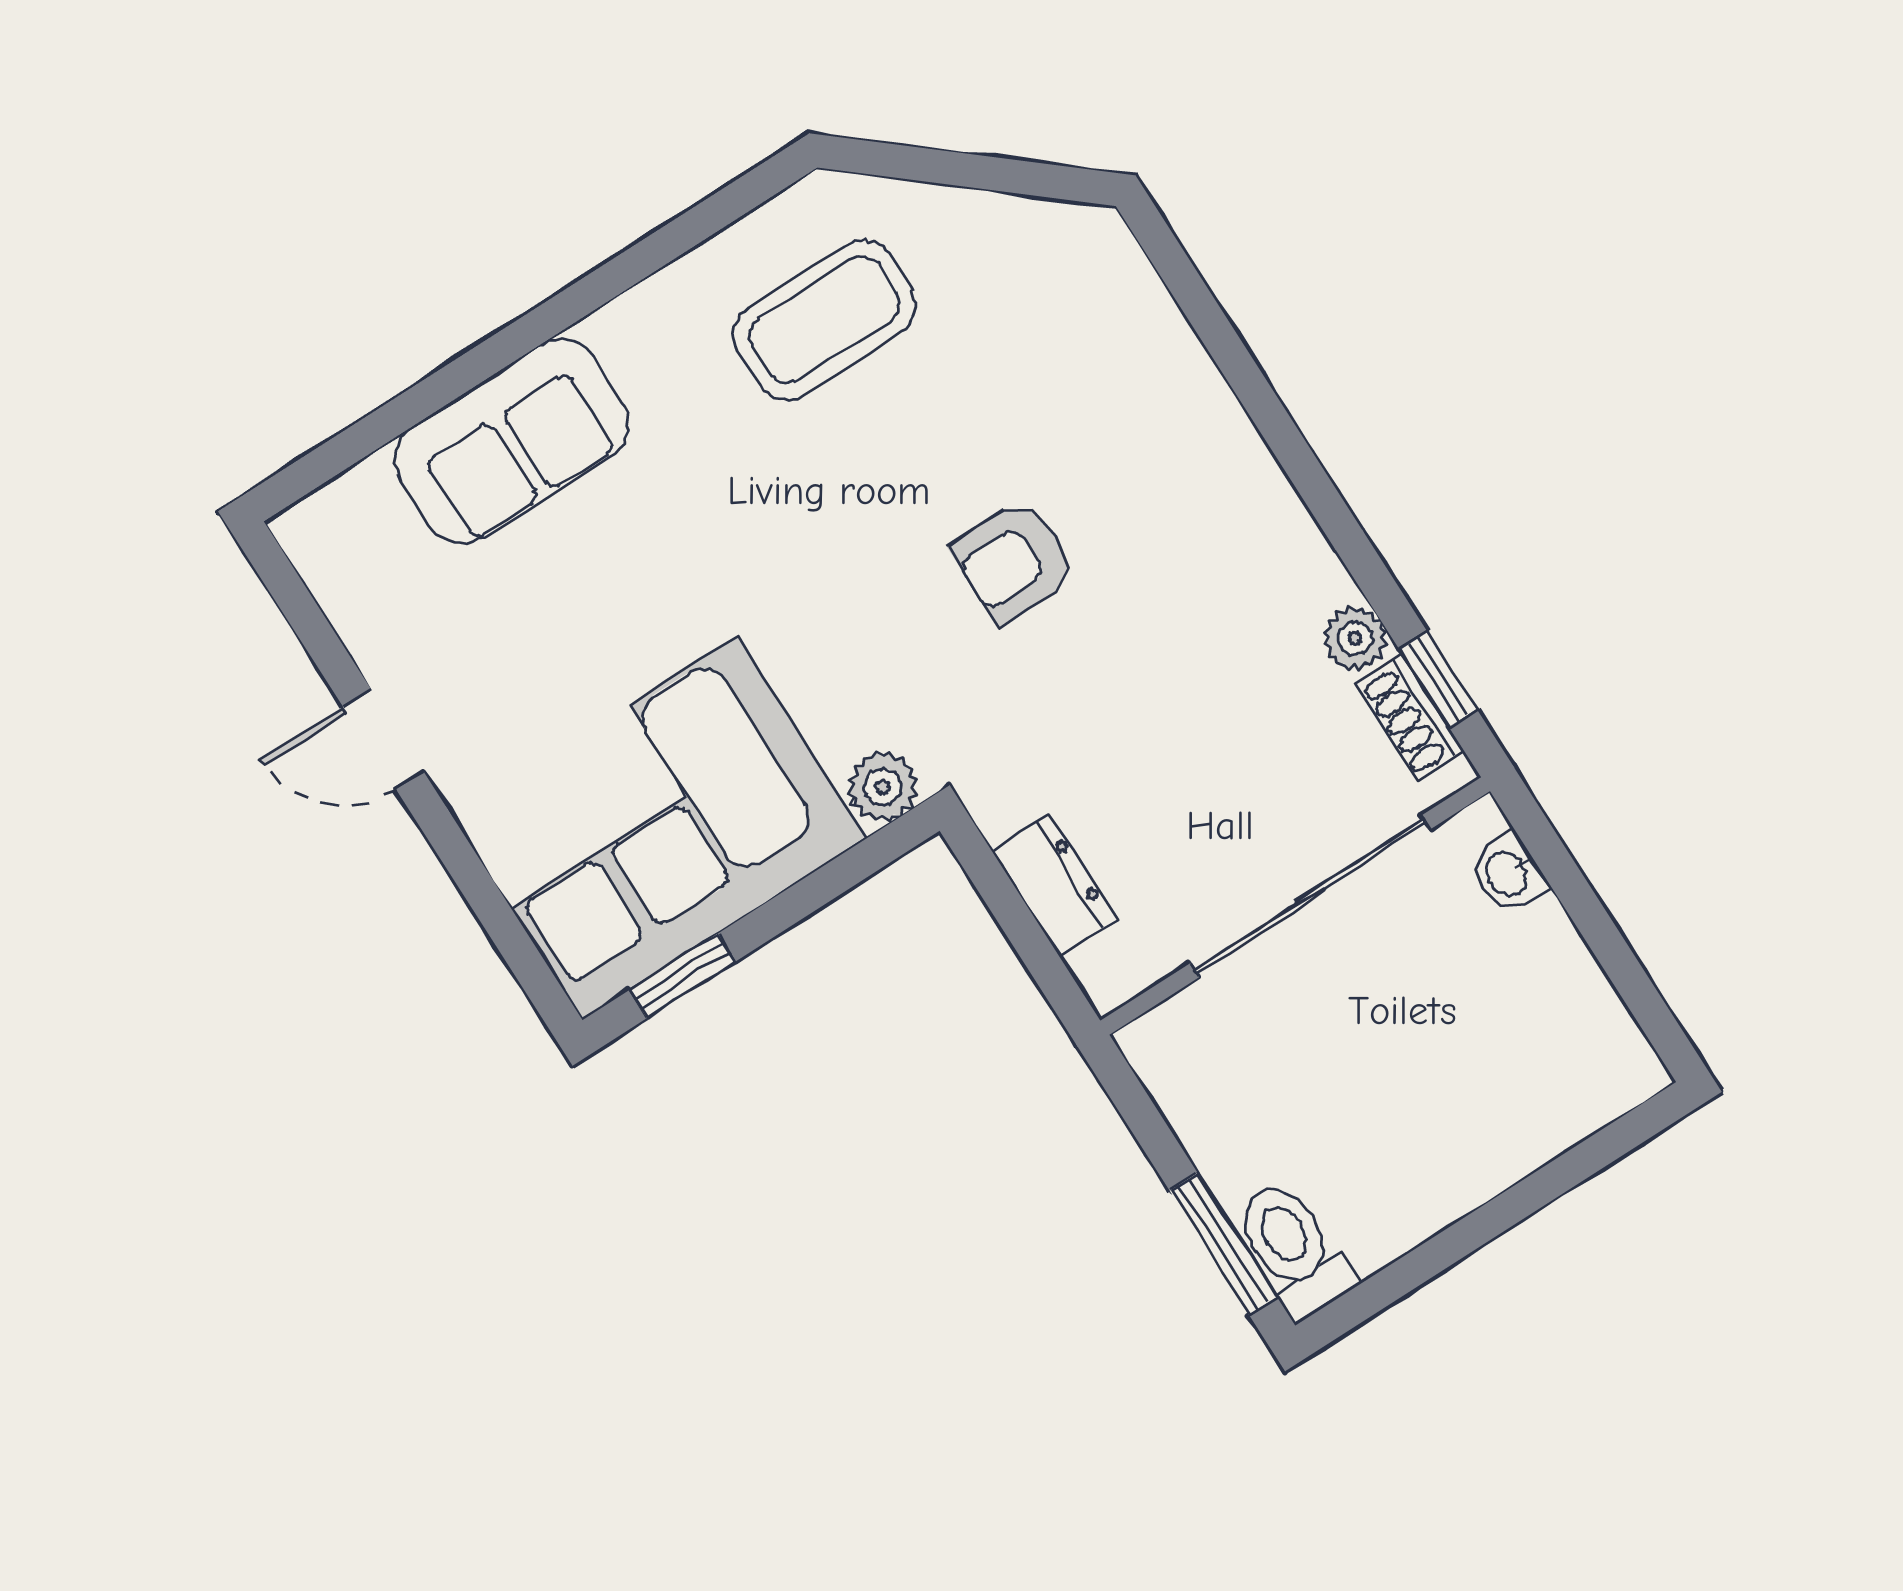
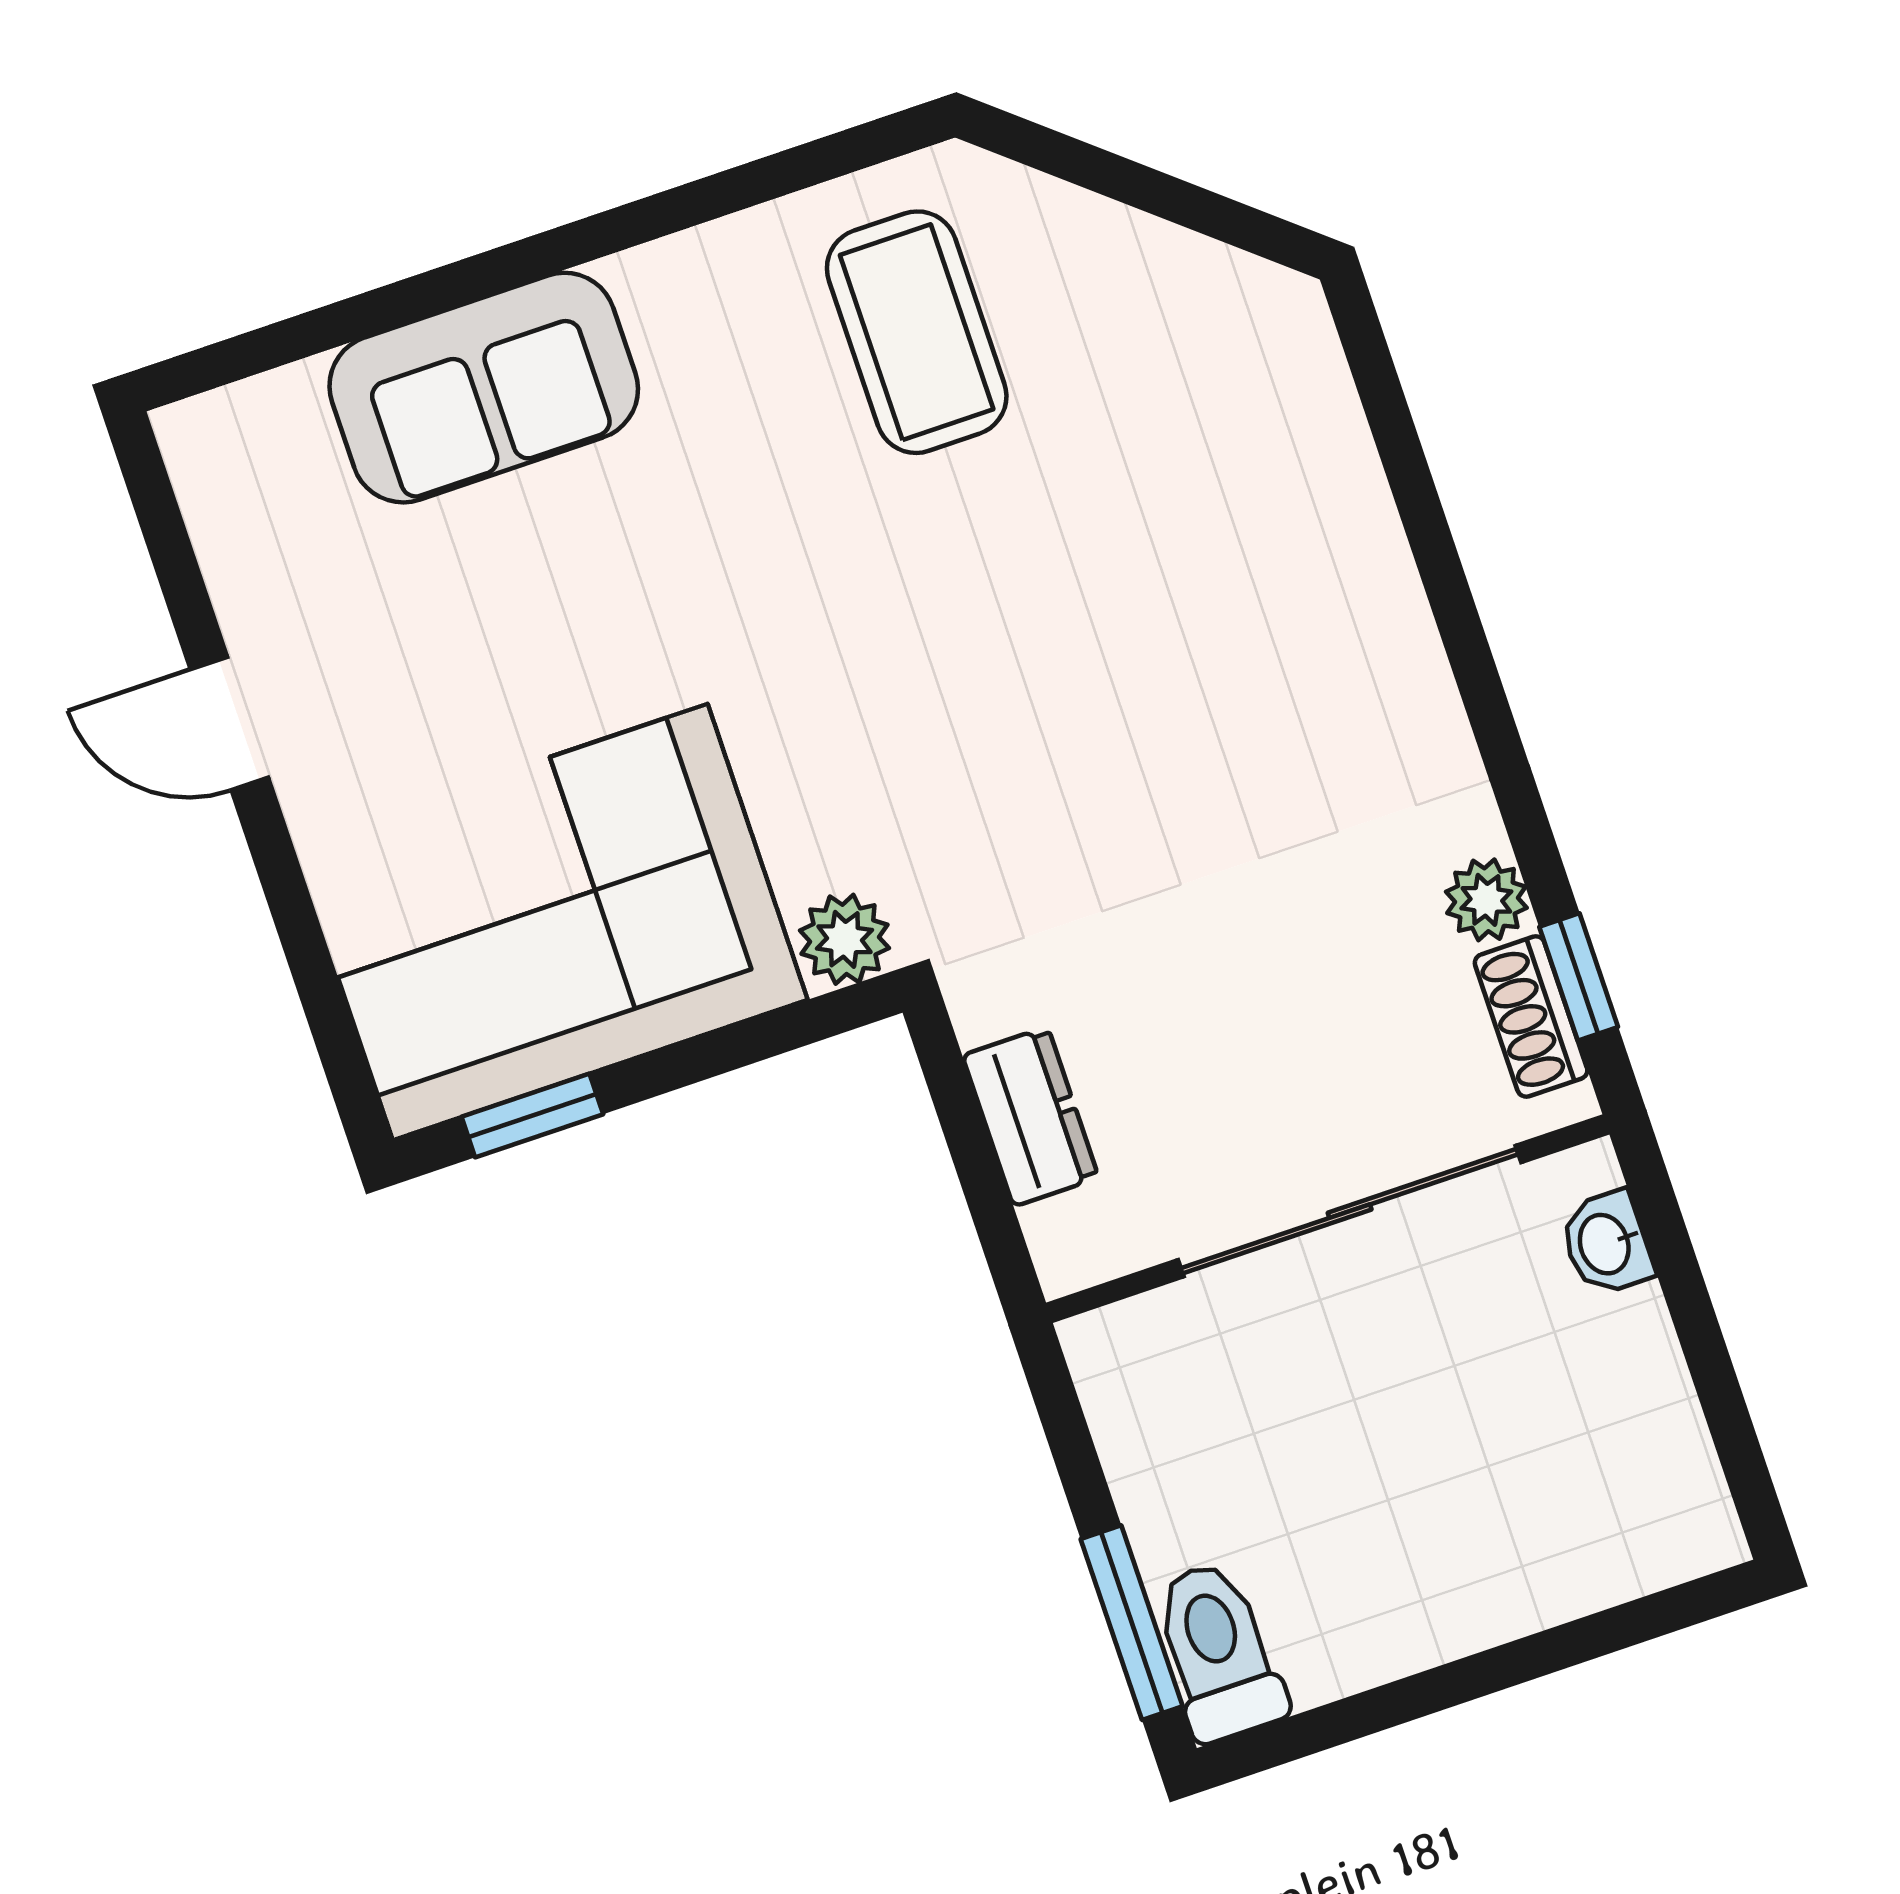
coffee table: (824, 320) -> (917, 332), turned 90
armchair: (1014, 561) -> (1080, 696), removed

